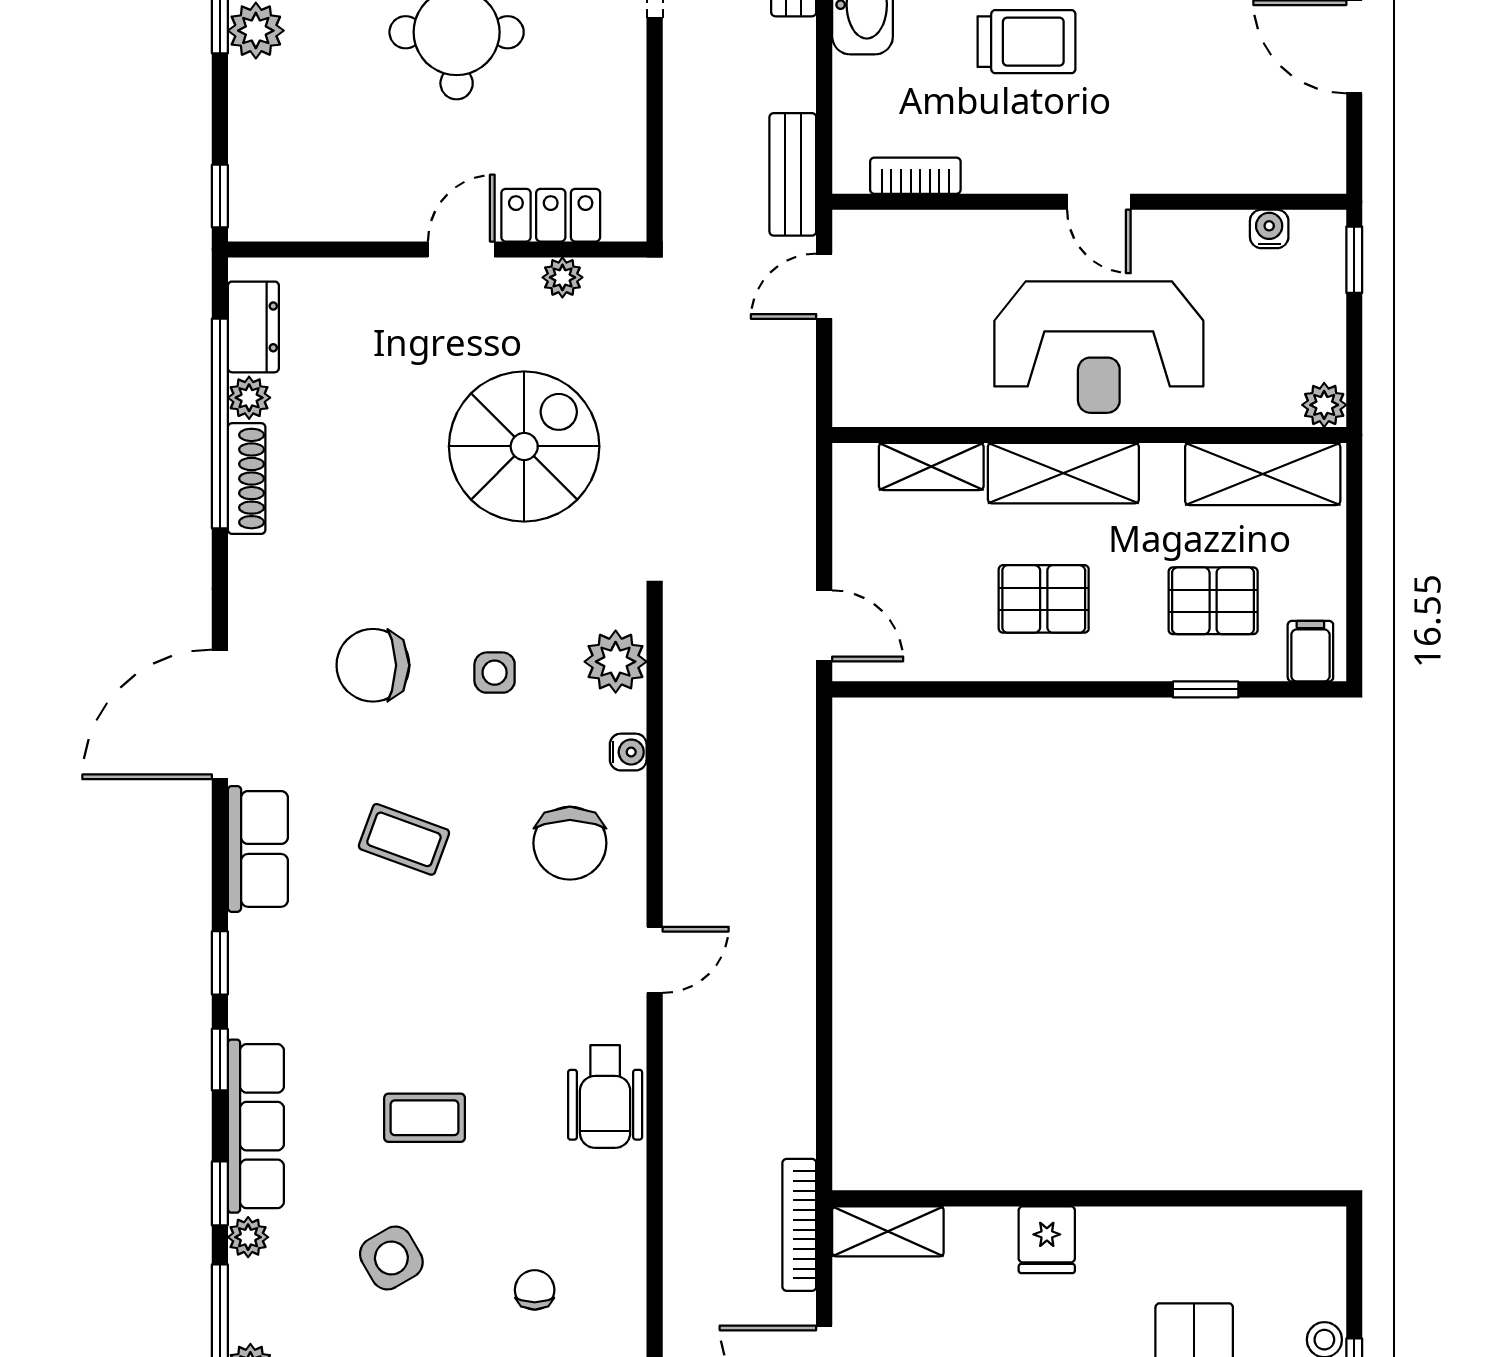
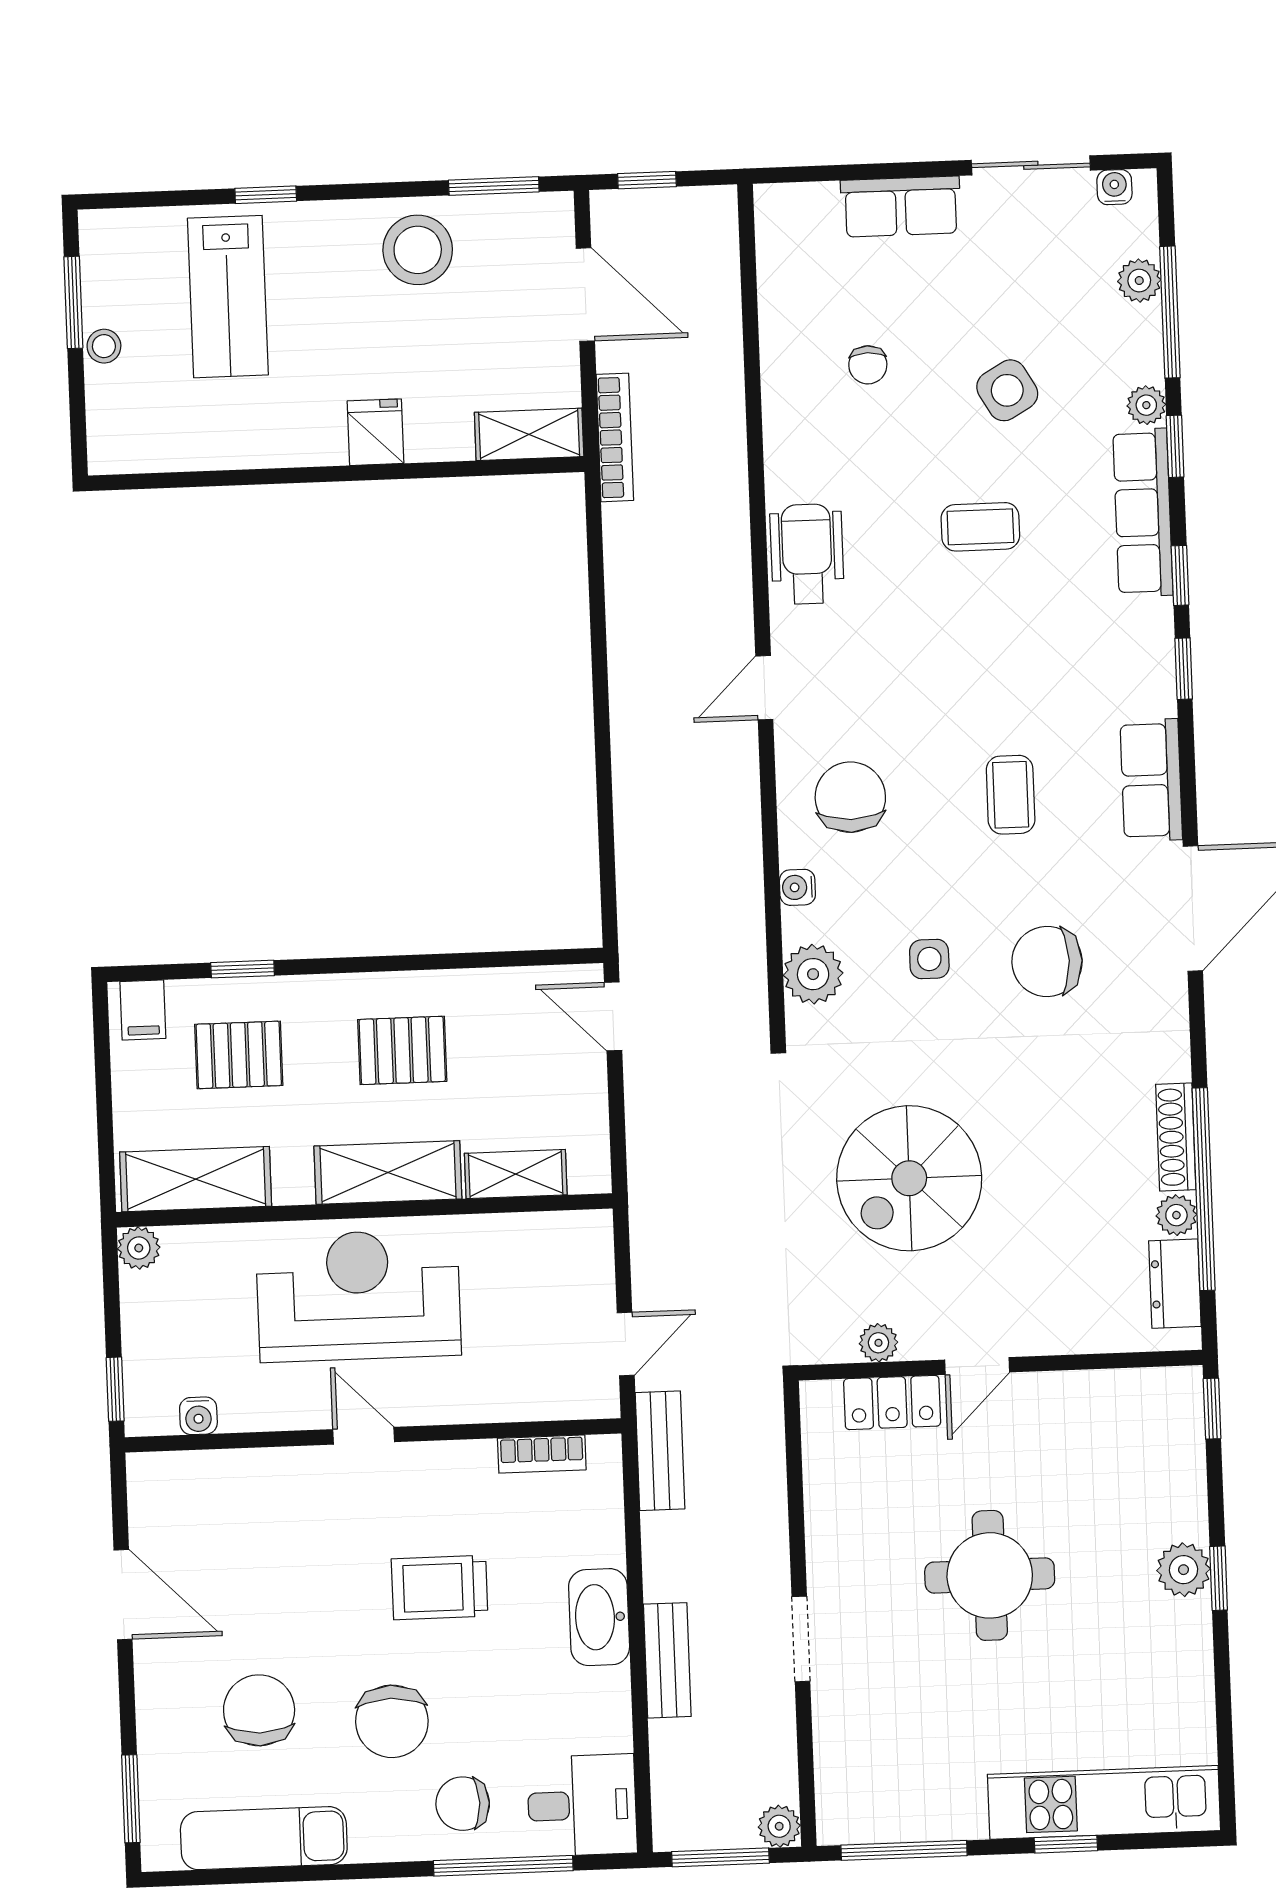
chair: (373, 665) -> (1047, 962), turned 180
coffee table: (404, 839) -> (1011, 795), turned 70

